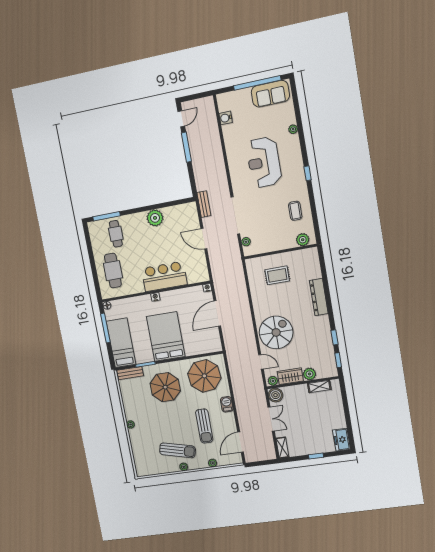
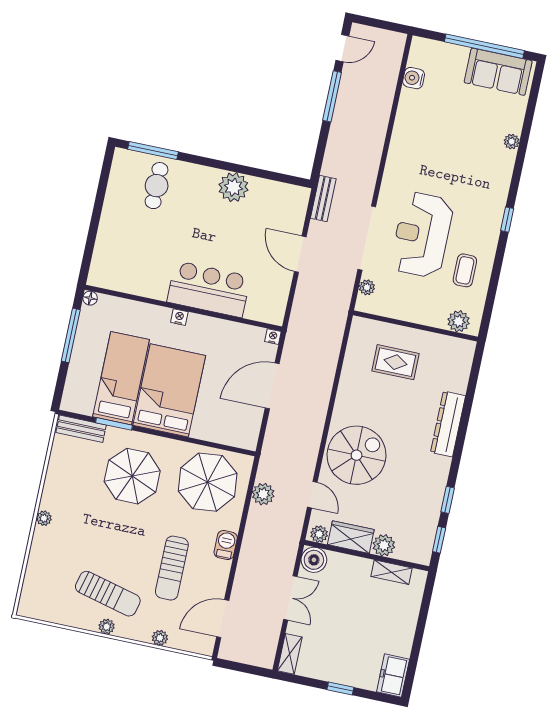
reception desk: (264, 162) -> (422, 235), moved
cafe table: (113, 271) -> (125, 244), removed
bed: (121, 343) -> (121, 378), moved
plant: (235, 371) -> (263, 494), added

